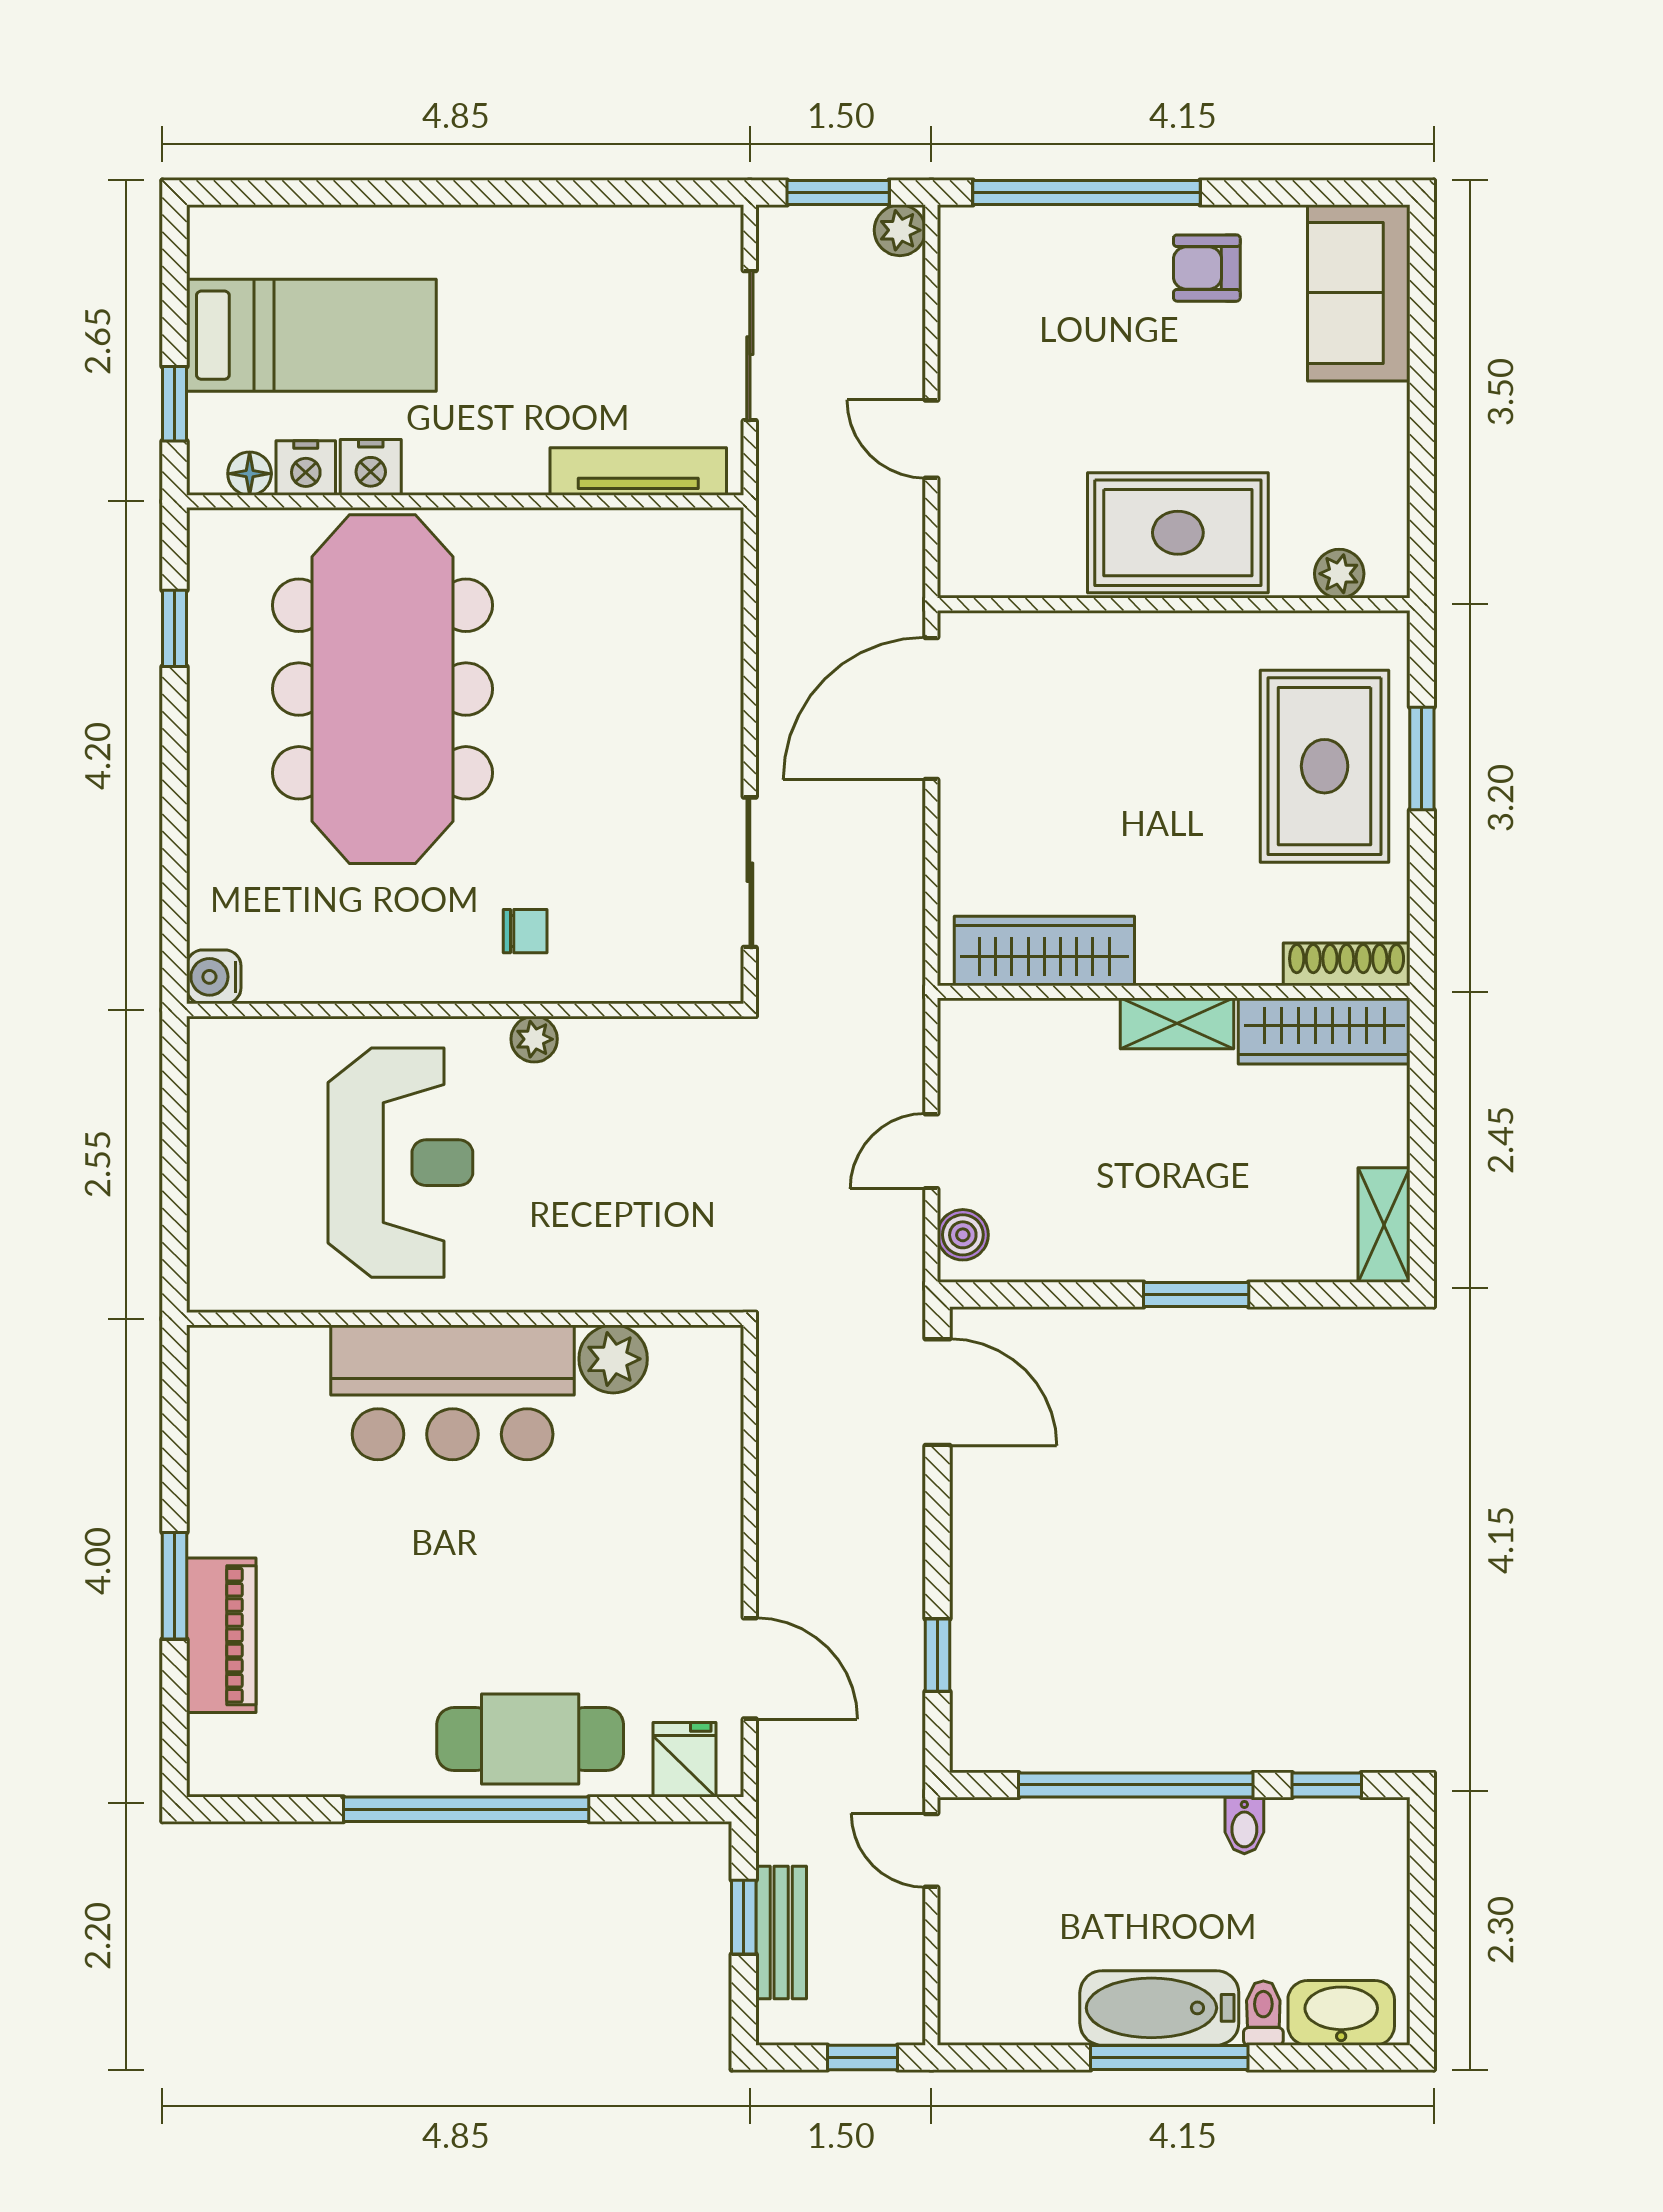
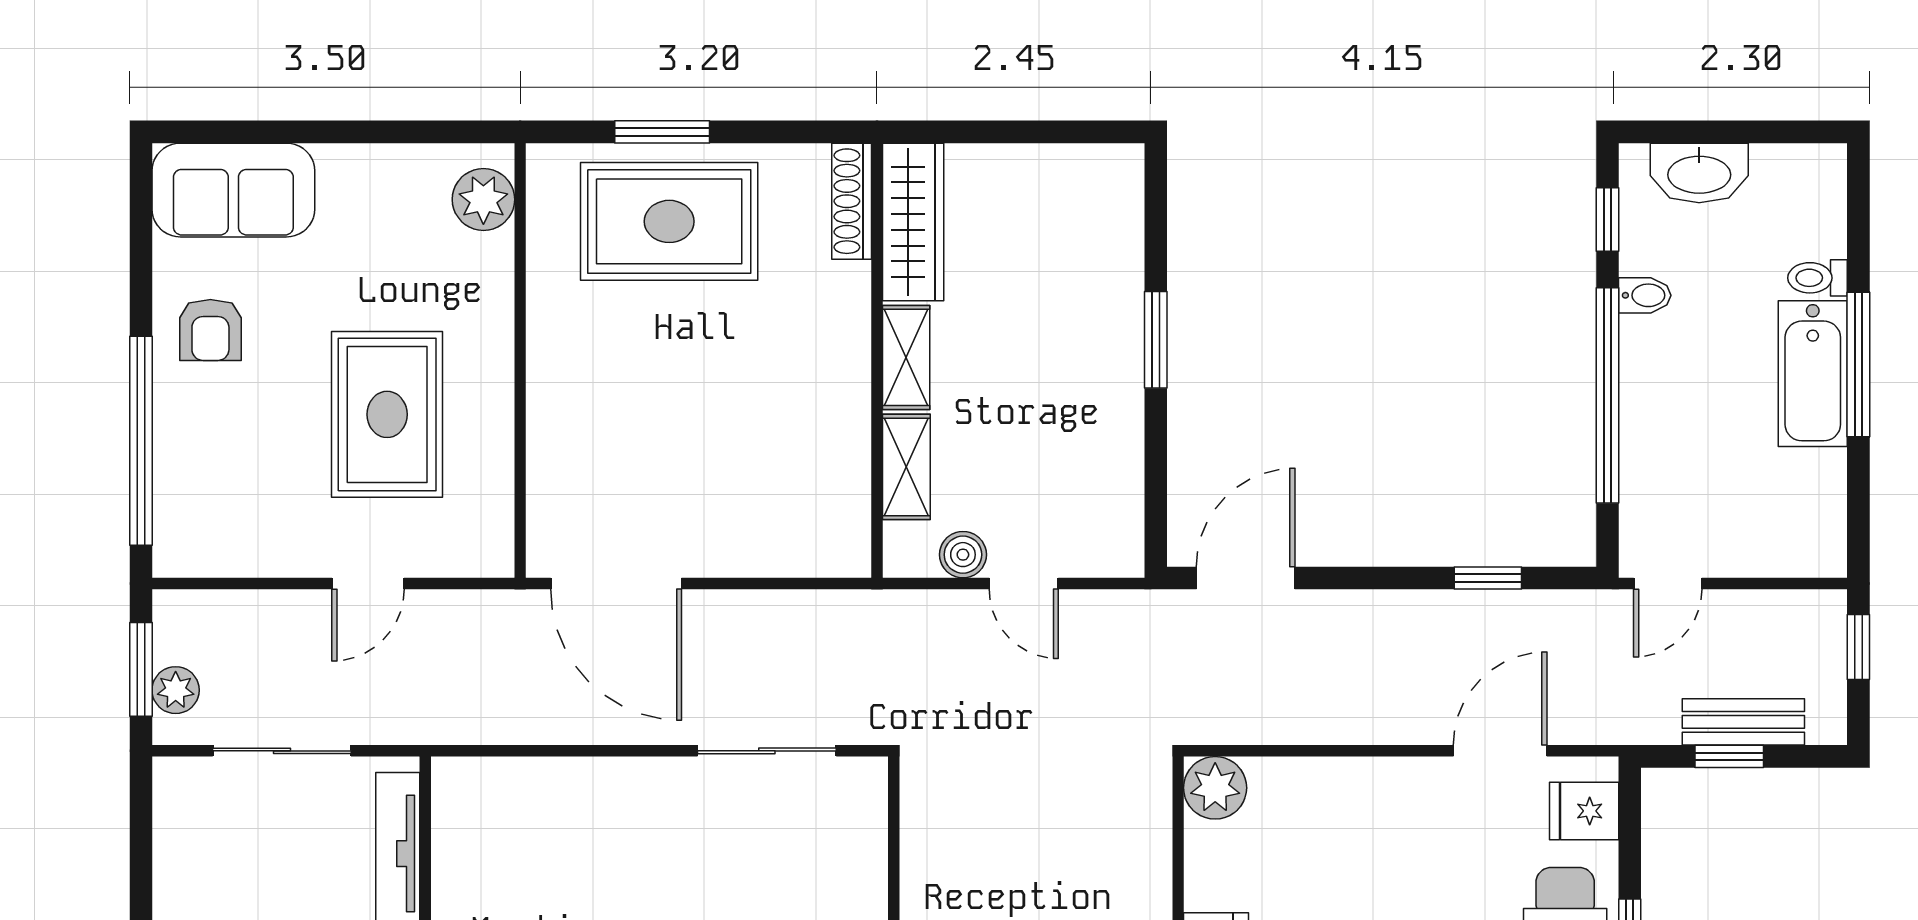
plant: (900, 230) -> (176, 690), moved
rug: (1178, 533) -> (387, 414), moved
plant: (1339, 574) -> (483, 199), width x1.38, depth x1.38
wardrobe: (1044, 951) -> (839, 480), removed
shelving: (1384, 1225) -> (906, 467), moved, turned 90
boiler: (963, 1235) -> (963, 555), moved
plant: (613, 1359) -> (1215, 788), moved
washbasin: (1341, 2013) -> (1699, 173), moved, turned -90

